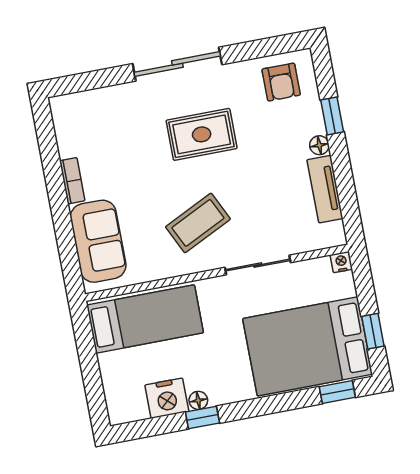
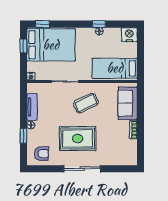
armchair: (281, 82) -> (42, 154), turned 90
rug: (202, 134) -> (78, 139), width x1.36, depth x1.43
nightstand: (167, 398) -> (129, 35), moved

